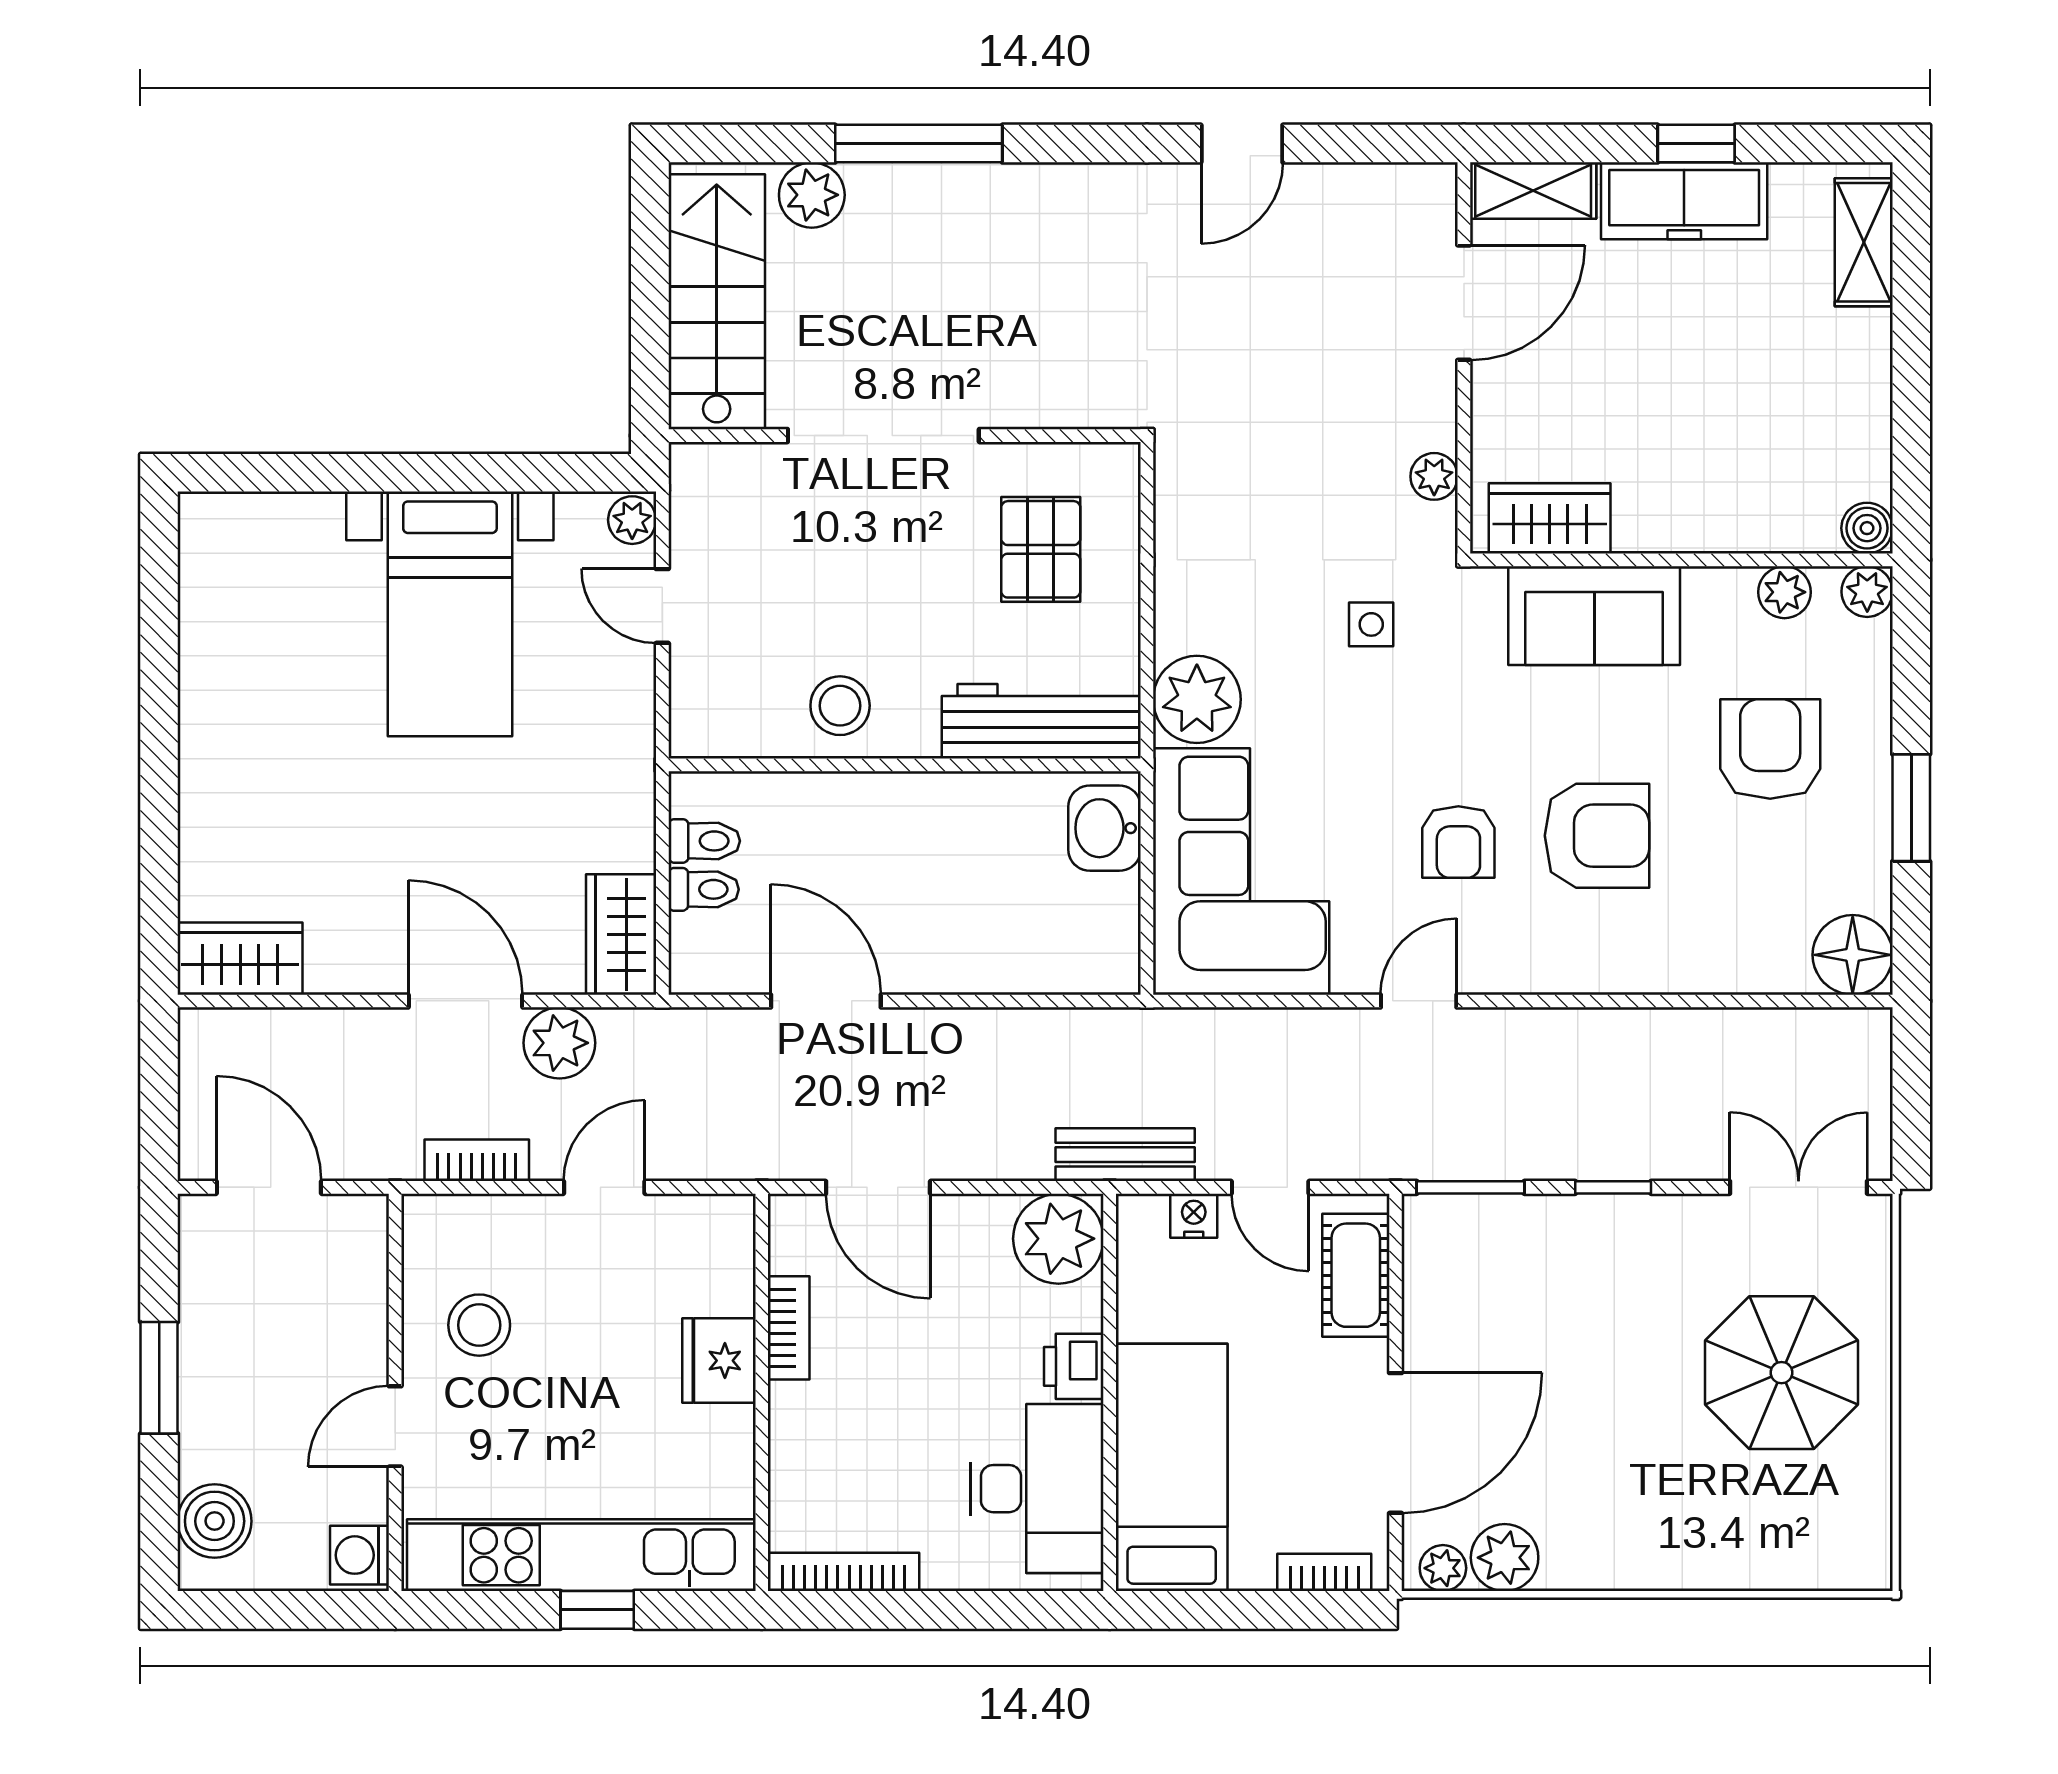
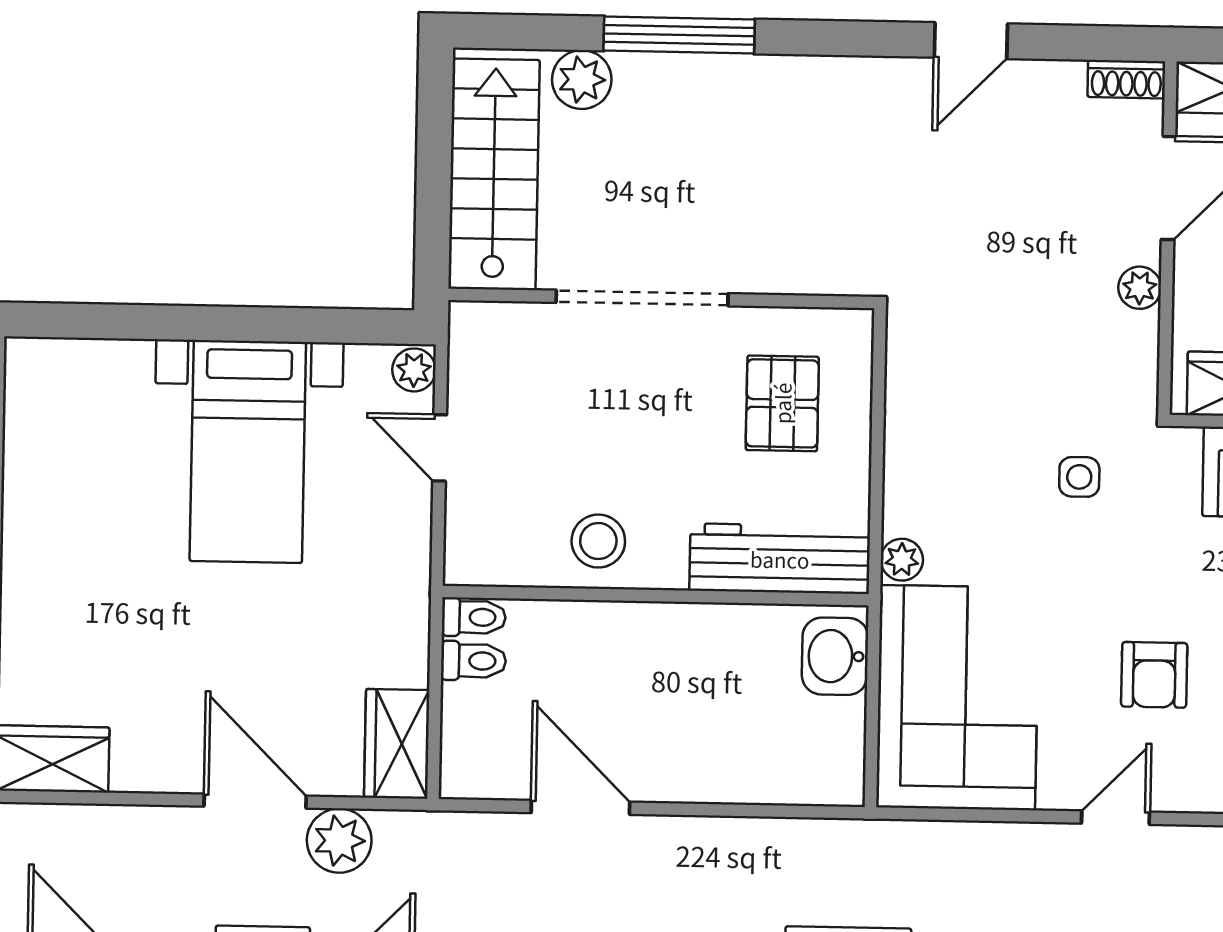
shoe rack: (1415, 183) -> (1126, 79), added
plant: (1434, 476) -> (1140, 288), moved
plant: (1197, 699) -> (902, 560), width x0.53, depth x0.53
toilet: (704, 889) -> (474, 617), moved

